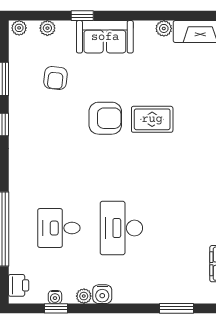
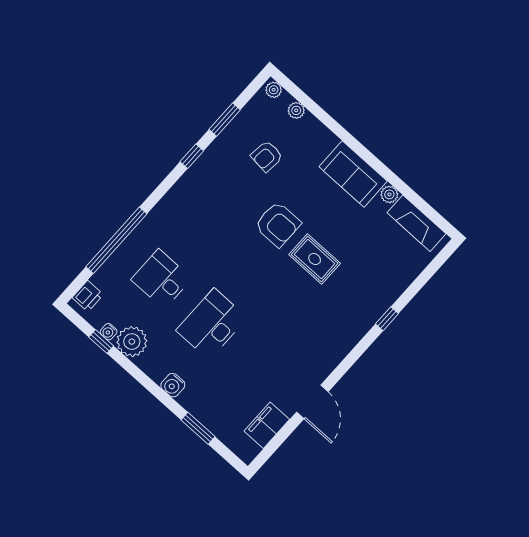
window: (82, 16) -> (333, 125), removed
sofa: (105, 37) -> (353, 174), moved
water cooler: (102, 294) -> (173, 385), moved
plant: (84, 296) -> (132, 342), width x1.87, depth x1.87

